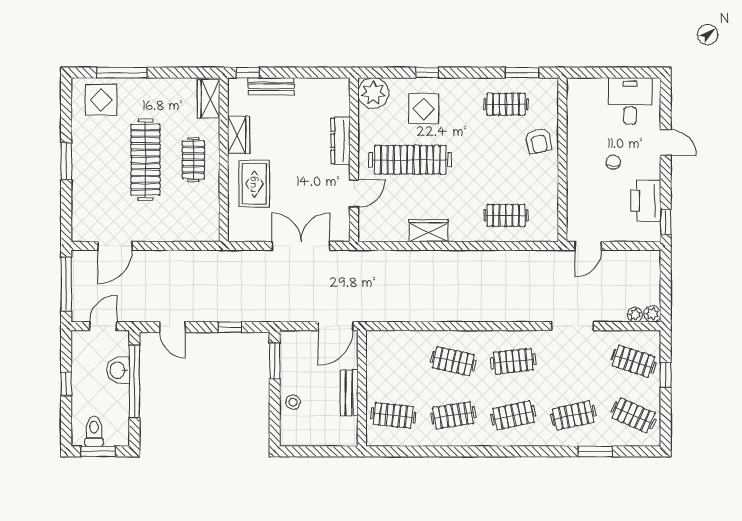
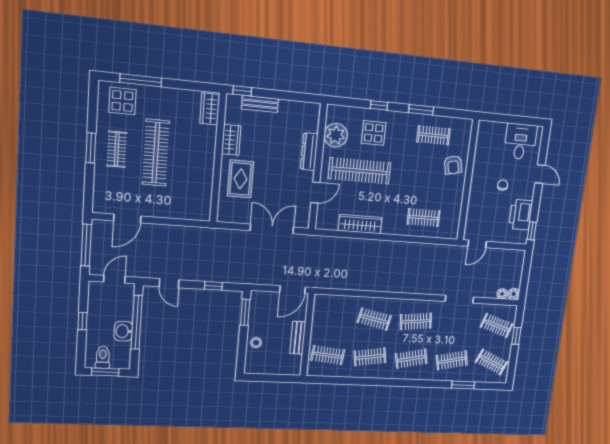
window: (522, 73) -> (421, 110), moved
plant: (373, 93) -> (336, 135), moved
clothes rail: (193, 160) -> (117, 149), moved
wardrobe: (428, 231) -> (360, 224), width x1.50
washbasin: (118, 370) -> (123, 331), moved

